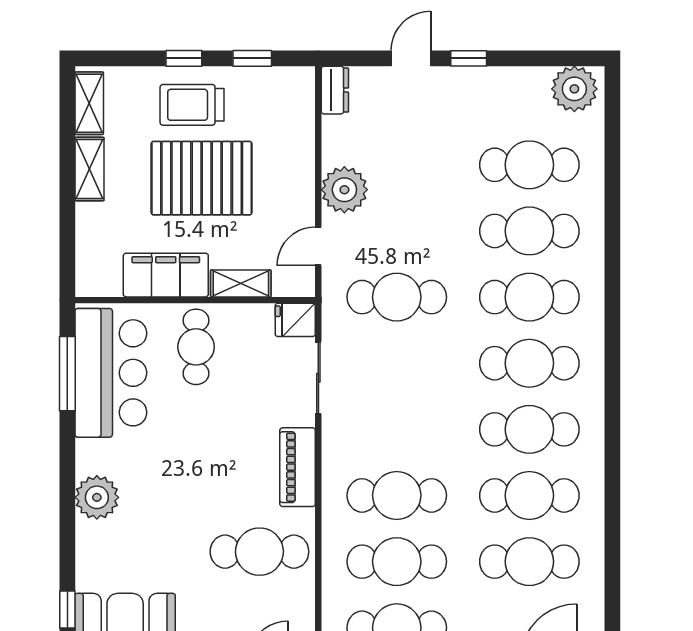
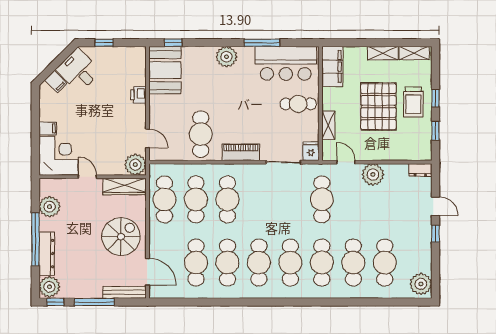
trolley: (192, 105) -> (413, 102), turned 180
filing cabinet: (166, 275) -> (332, 66), moved
window: (67, 374) -> (262, 43), moved

